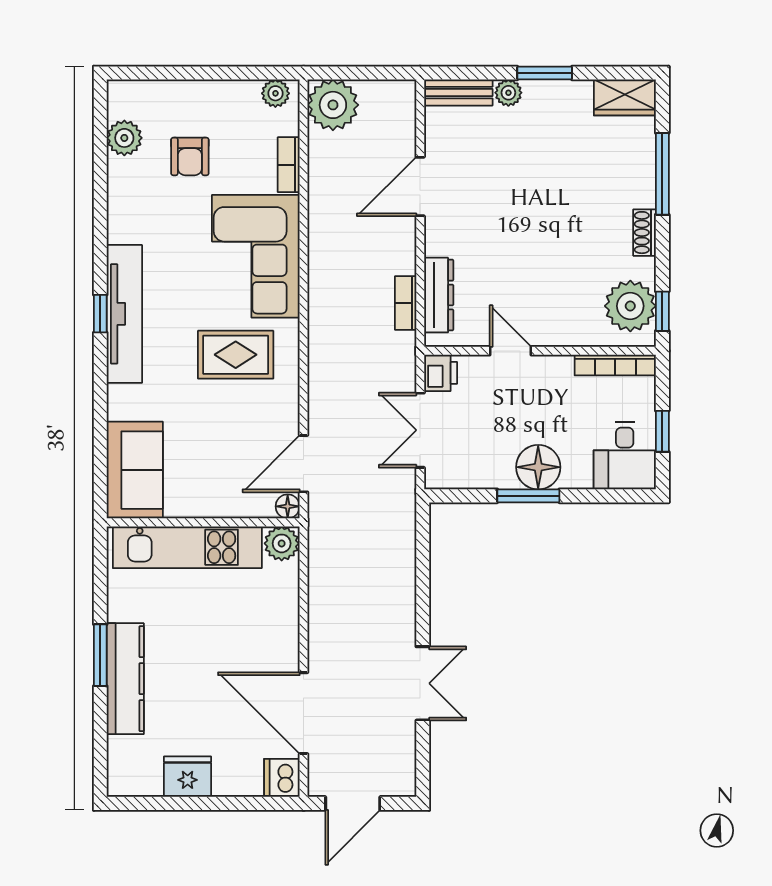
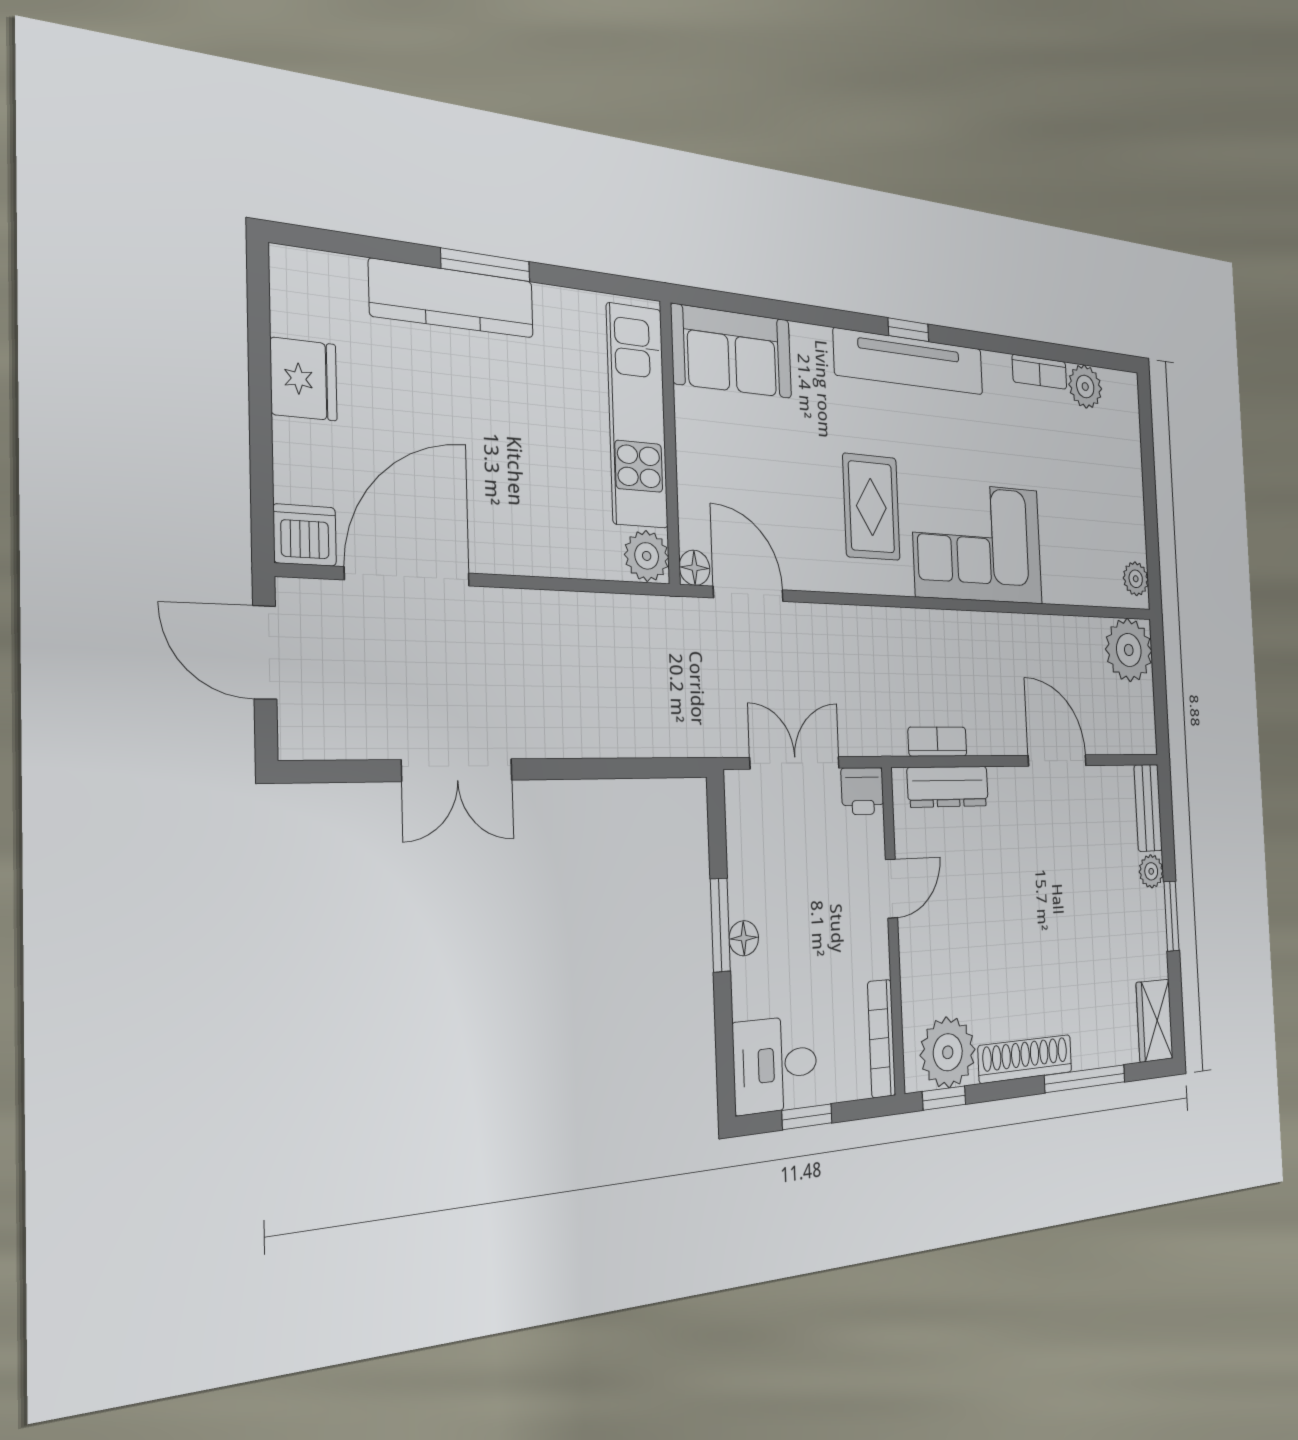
armchair: (190, 156) -> (1072, 466), removed
bookcase: (289, 165) -> (1040, 372), moved, turned 180
shoe rack: (645, 233) -> (1025, 1059), width x1.94, depth x1.24
floor lamp: (538, 467) -> (744, 938), width x0.53, depth x0.53

